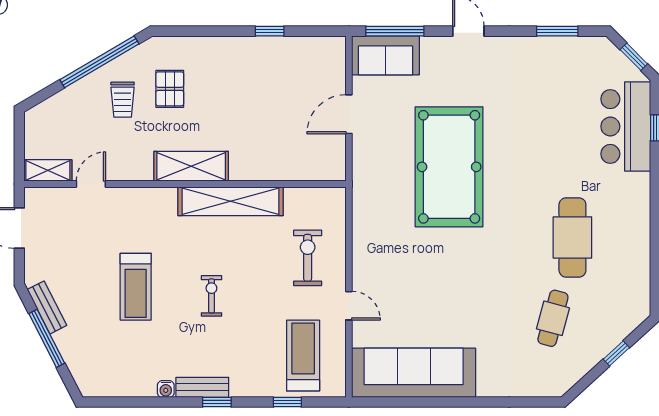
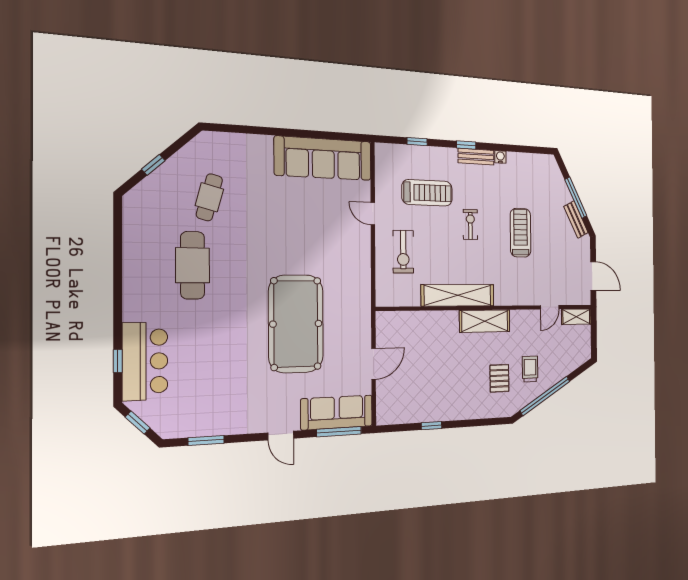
sofa: (385, 55) -> (337, 412), width x1.36
exercise bike: (211, 296) -> (470, 224), turned 180
treadmill: (303, 356) -> (427, 193), moved, turned -90

